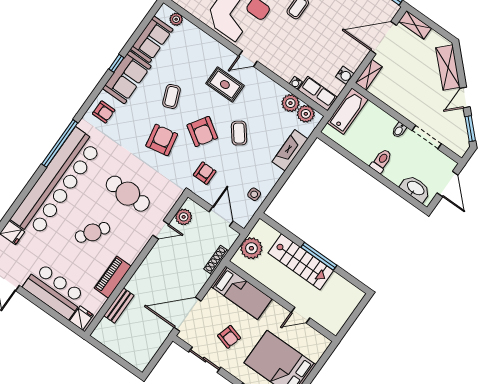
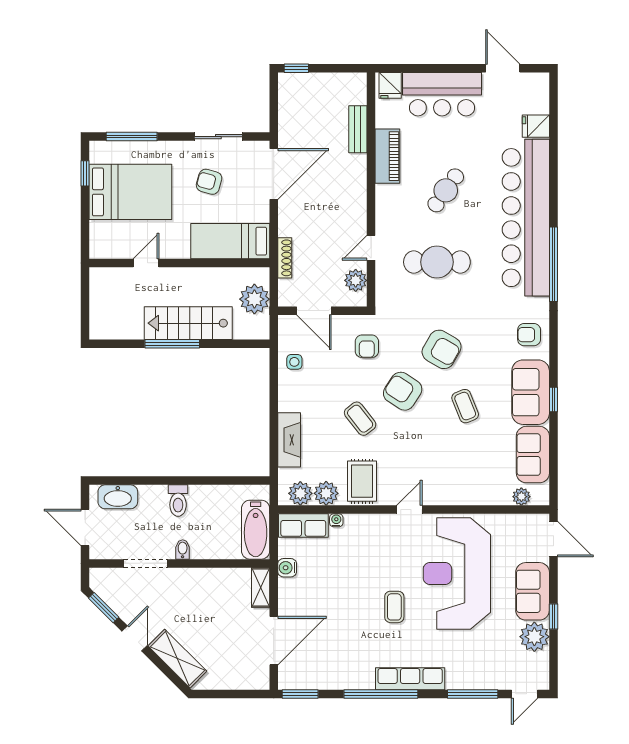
shelving: (415, 25) -> (248, 680), removed
rug: (225, 85) -> (362, 481), moved, turned 90
armchair: (162, 140) -> (442, 349), turned -49
window: (130, 368) -> (296, 68), added

